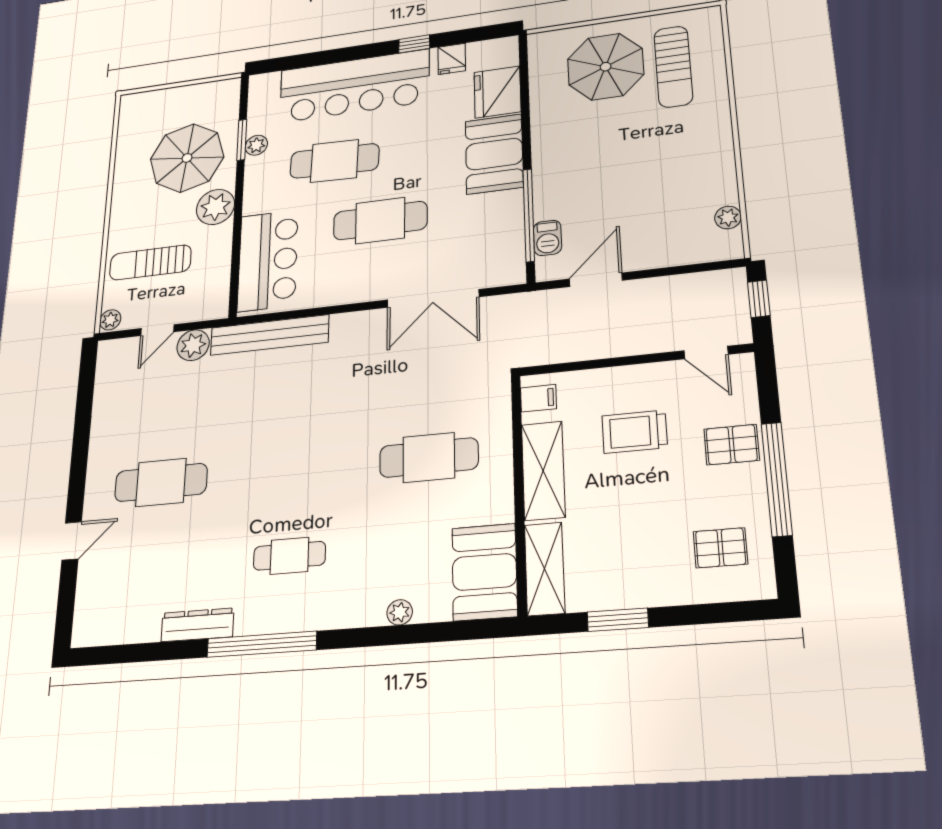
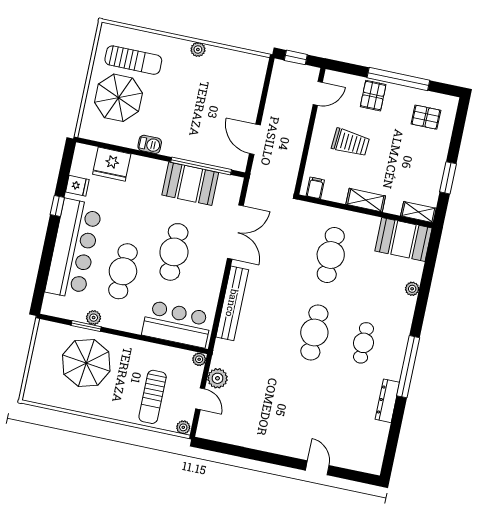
booth: (494, 154) -> (190, 184), moved
plant: (215, 207) -> (199, 359), moved, width x0.53, depth x0.53
plant: (728, 217) -> (198, 50), moved
barbecue: (548, 238) -> (150, 144), moved
bench: (269, 335) -> (232, 303), moved
trolley: (635, 432) -> (351, 143), turned -86
shelving: (543, 471) -> (366, 200), width x0.67, depth x0.75
cafe table: (161, 482) -> (314, 333), moved
pallet: (720, 548) -> (426, 117), turned 90
shelving: (545, 569) -> (418, 212), width x0.67, depth x0.75

